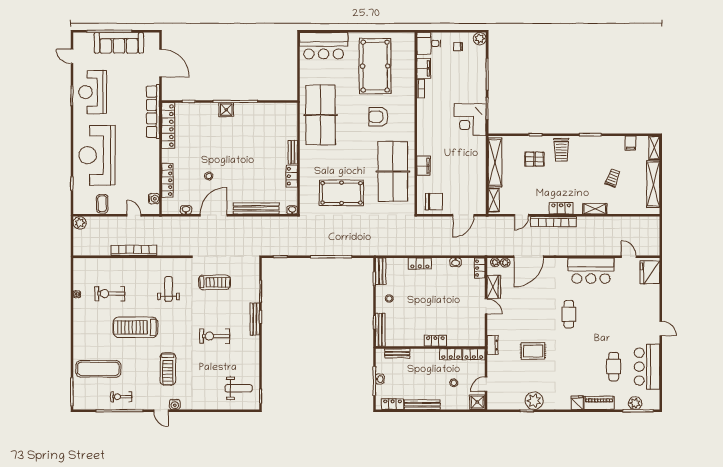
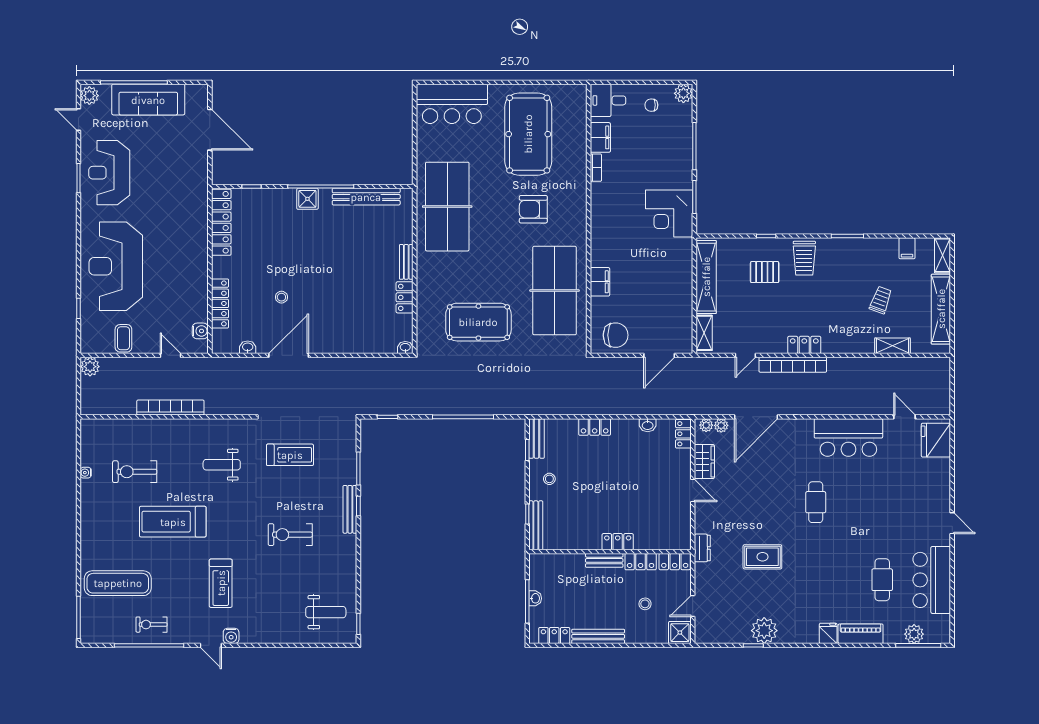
plant: (79, 40) -> (89, 96), added
row of seats: (153, 112) -> (199, 202), removed
bench: (256, 208) -> (366, 197), moved
shelving: (595, 209) -> (892, 346), moved
weight bench: (168, 289) -> (222, 465), turned -90
bench: (397, 353) -> (604, 560), moved

